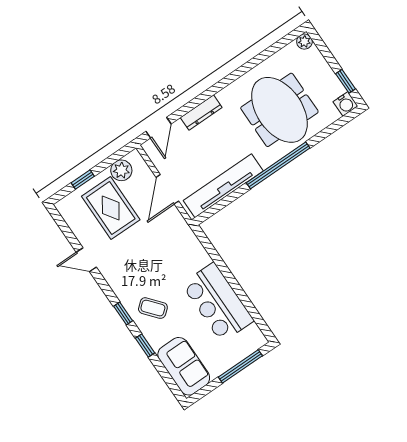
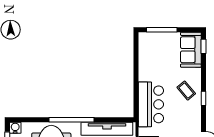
bar counter: (218, 302) -> (151, 104), moved
window: (145, 345) -> (203, 46), moved

